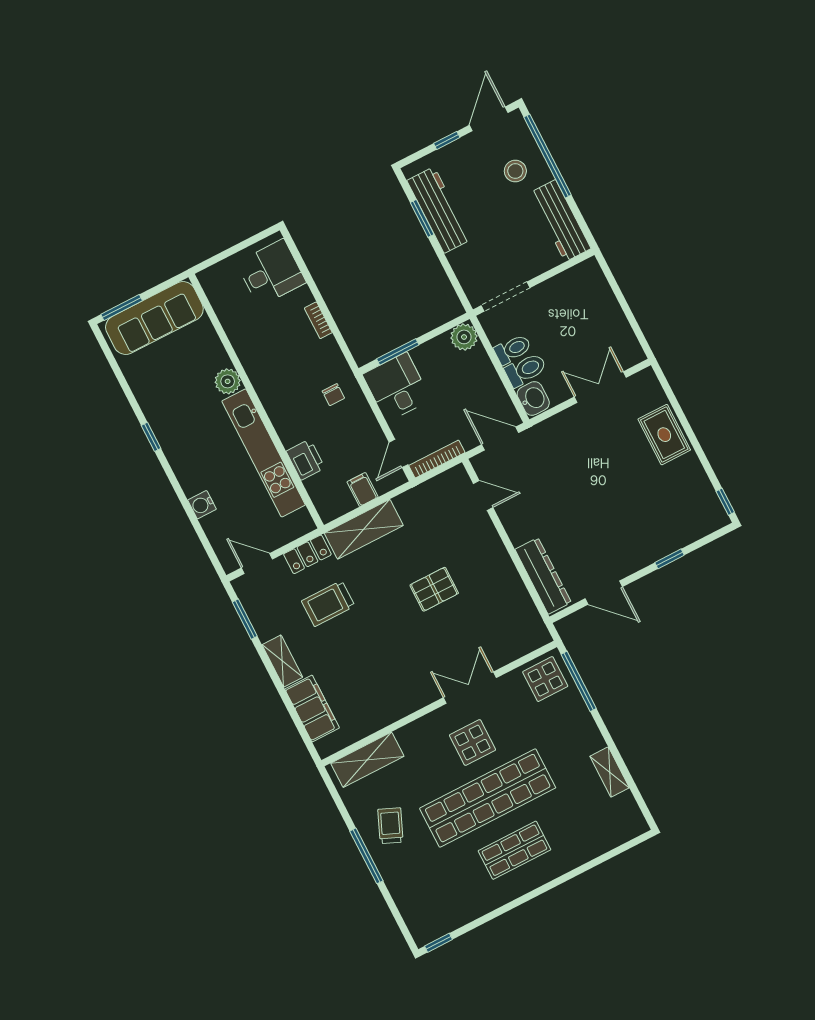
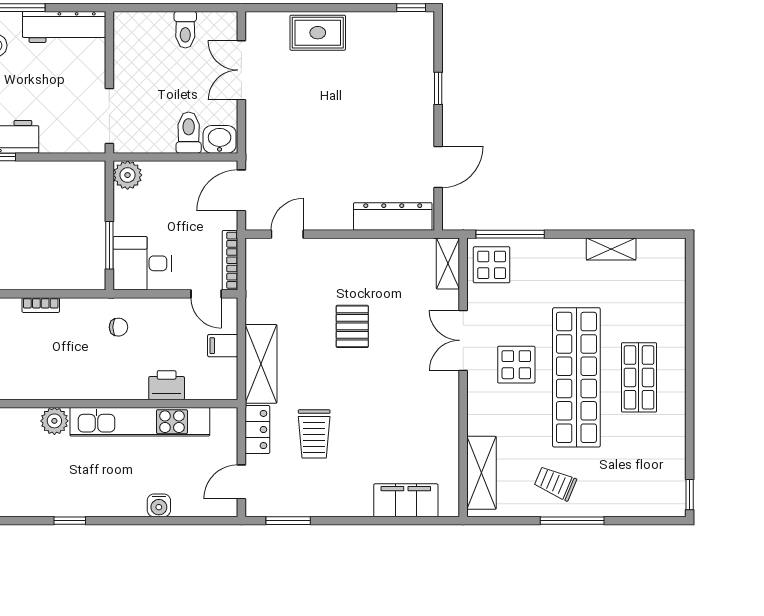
toilet: (513, 349) -> (185, 30), moved, turned 180
shelving: (282, 661) -> (448, 264), moved, turned 90

